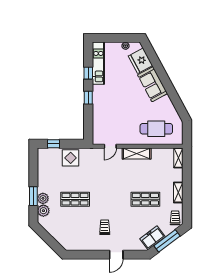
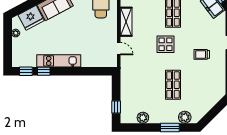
kitchen unit: (98, 63) -> (59, 61), moved
window: (88, 98) -> (26, 71), moved
display table: (71, 158) -> (165, 44), moved
plant: (43, 198) -> (143, 118), moved

